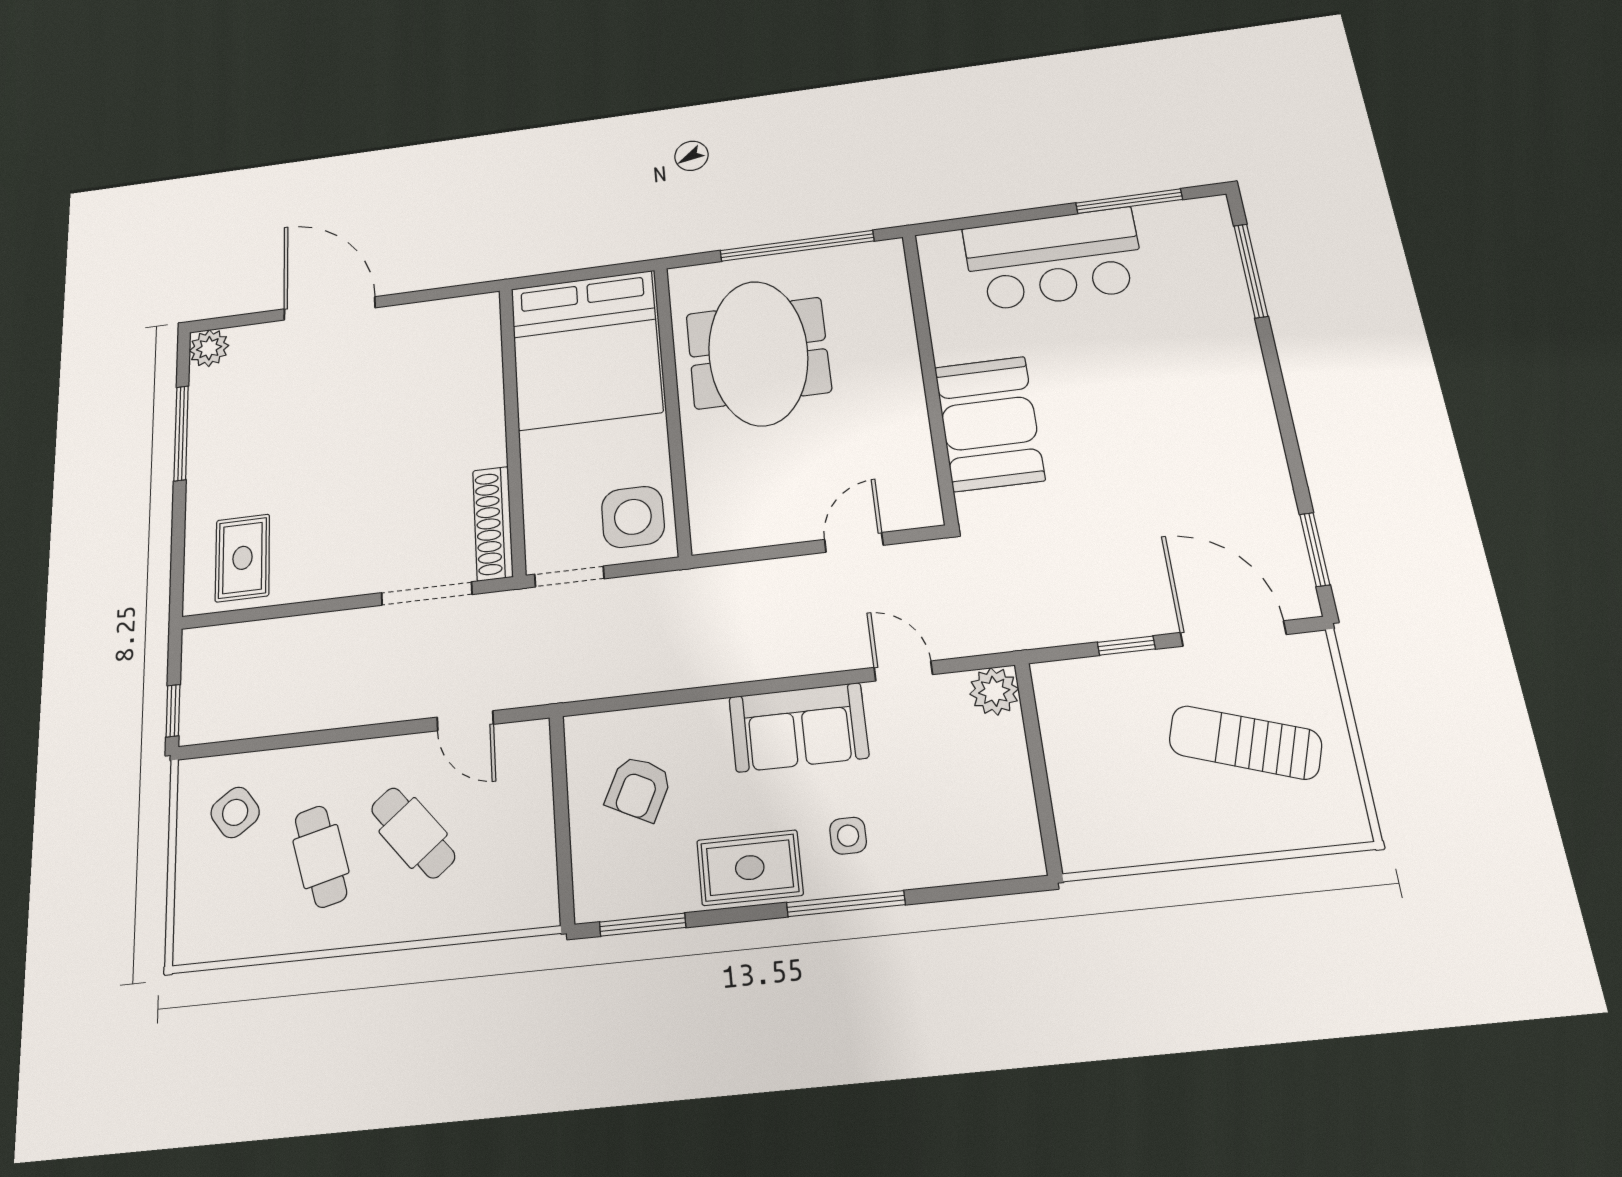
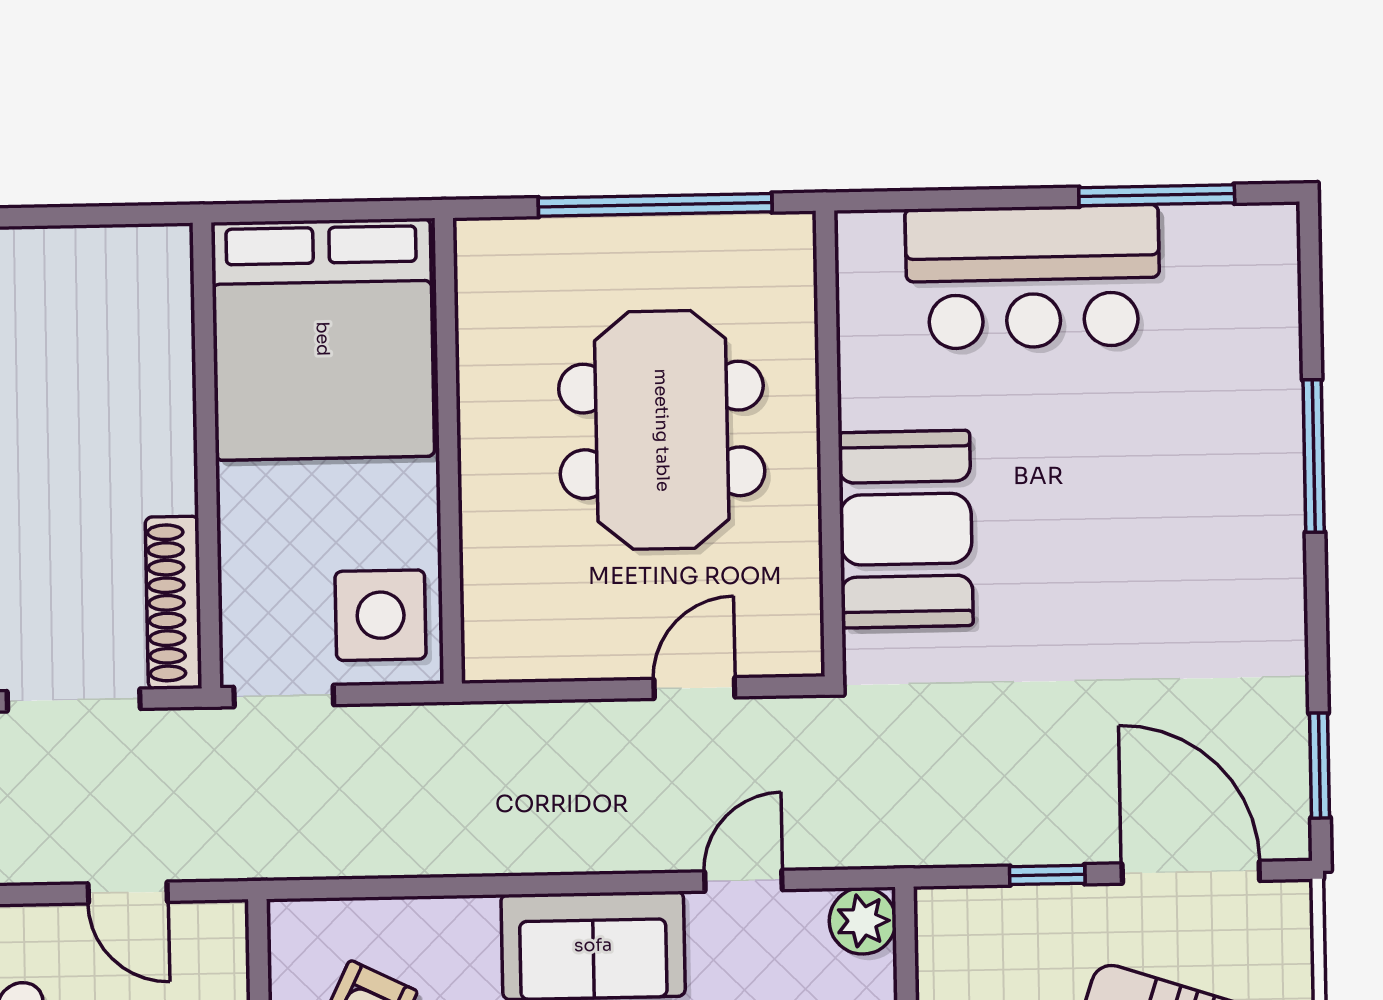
window: (1251, 271) -> (1314, 456), moved
meeting table: (758, 353) -> (662, 430), moved
door: (903, 671) -> (743, 881), hinge flipped

